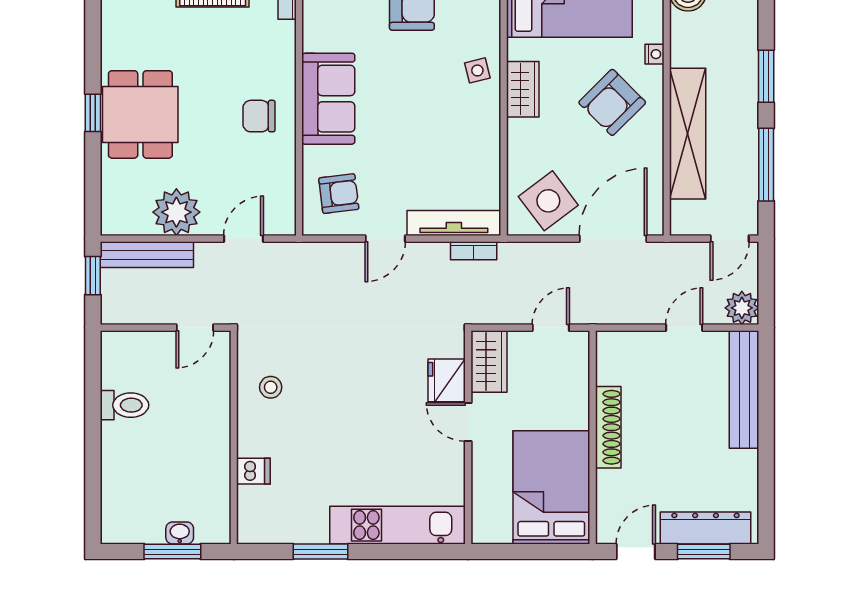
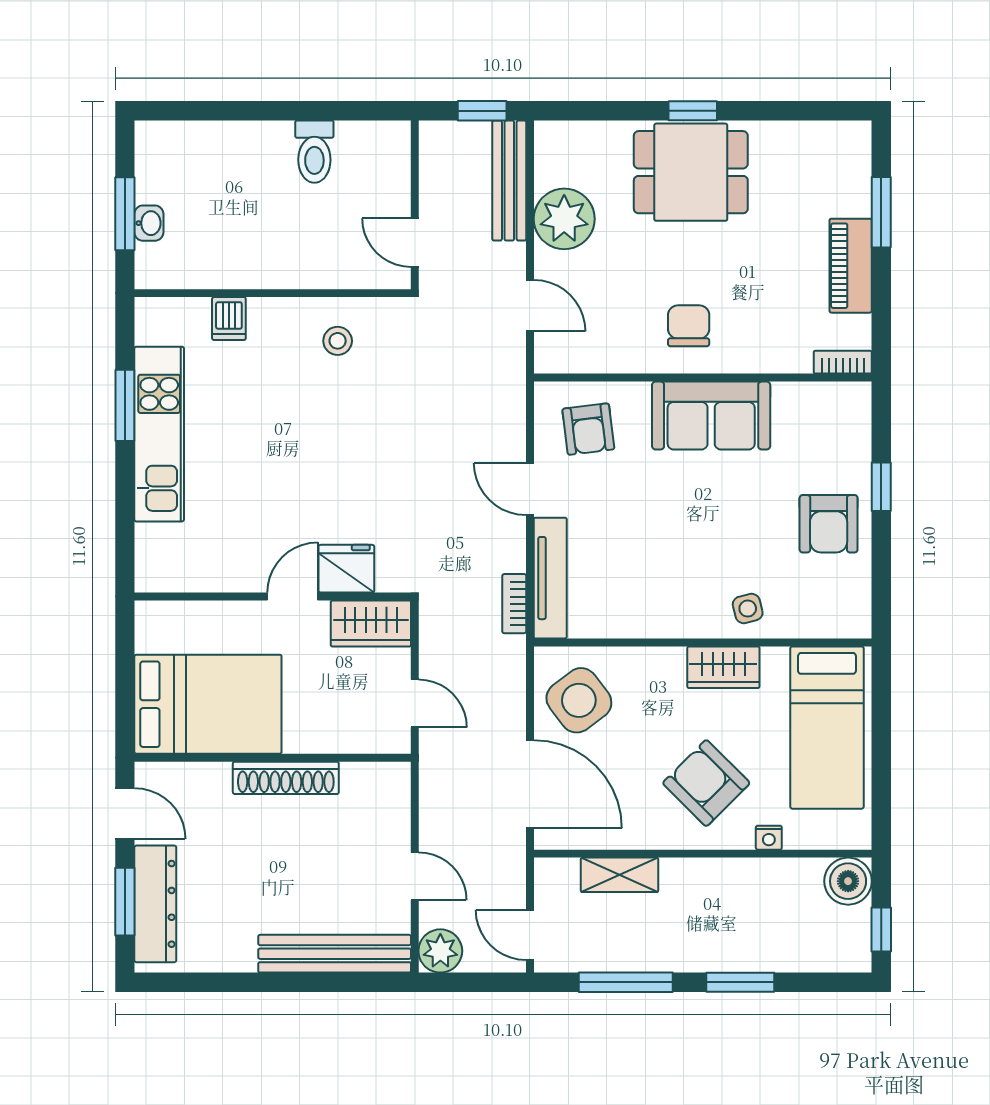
shelving: (688, 134) -> (620, 875), width x0.45, depth x0.75
kitchen unit: (397, 525) -> (159, 434), moved

